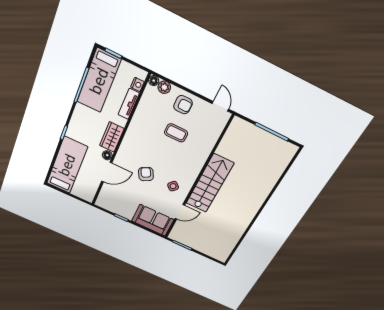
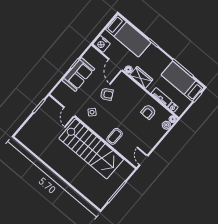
armchair: (183, 105) -> (148, 112), moved
door: (220, 106) -> (144, 160), swing flipped
coffee table: (176, 133) -> (115, 136), moved
stairs: (210, 184) -> (91, 149), width x1.36, depth x1.51
nightstand: (88, 194) -> (102, 44), added
sofa: (153, 220) -> (78, 75), moved

